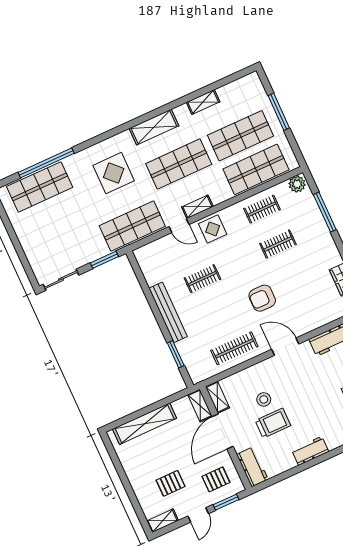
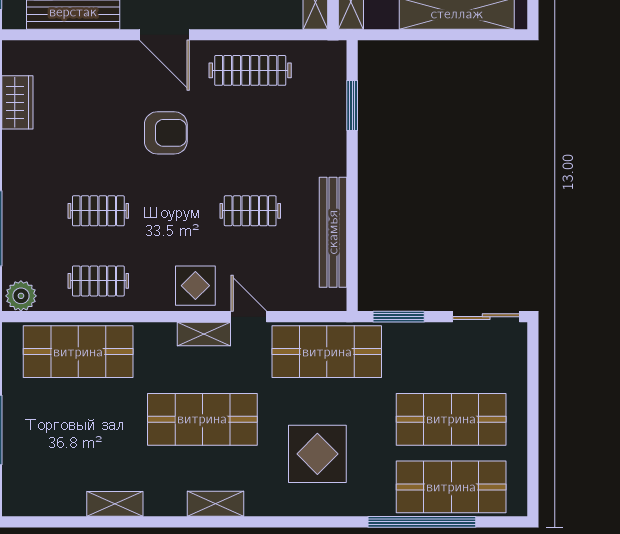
shelving: (154, 127) -> (215, 504), width x0.67, depth x0.75
shop shelf: (241, 136) -> (451, 419), moved
bench: (168, 312) -> (333, 232), moved

